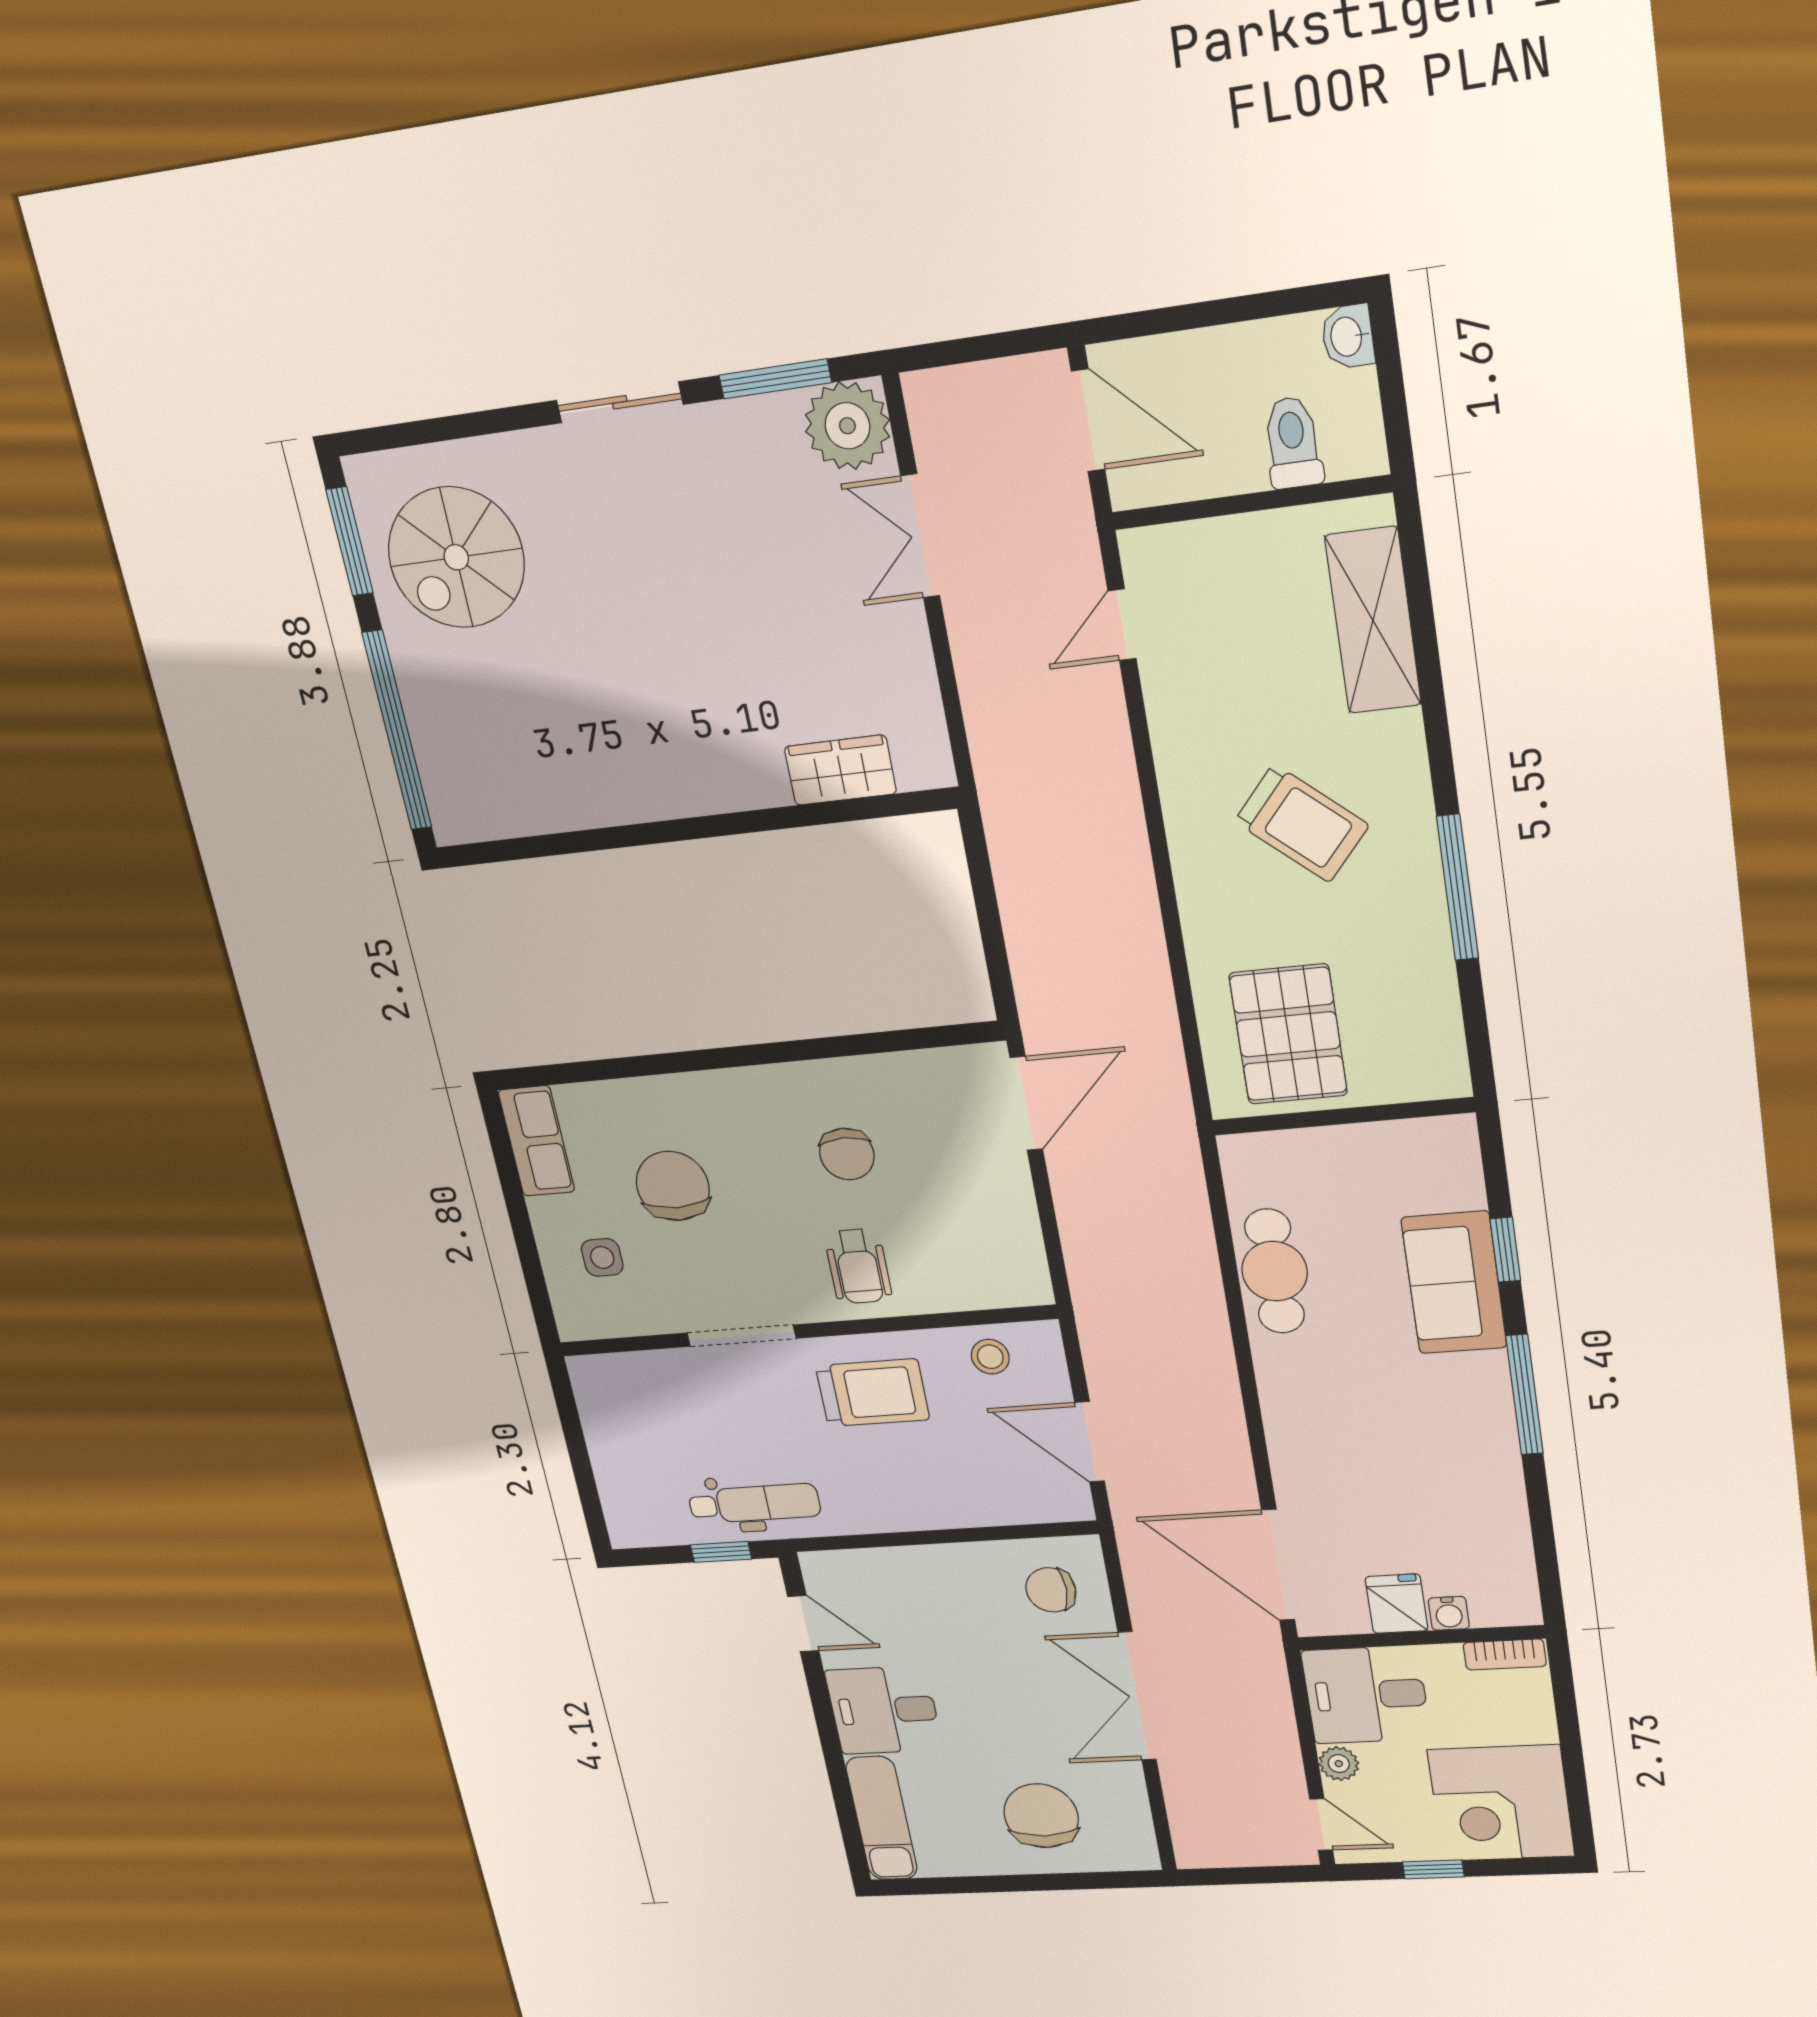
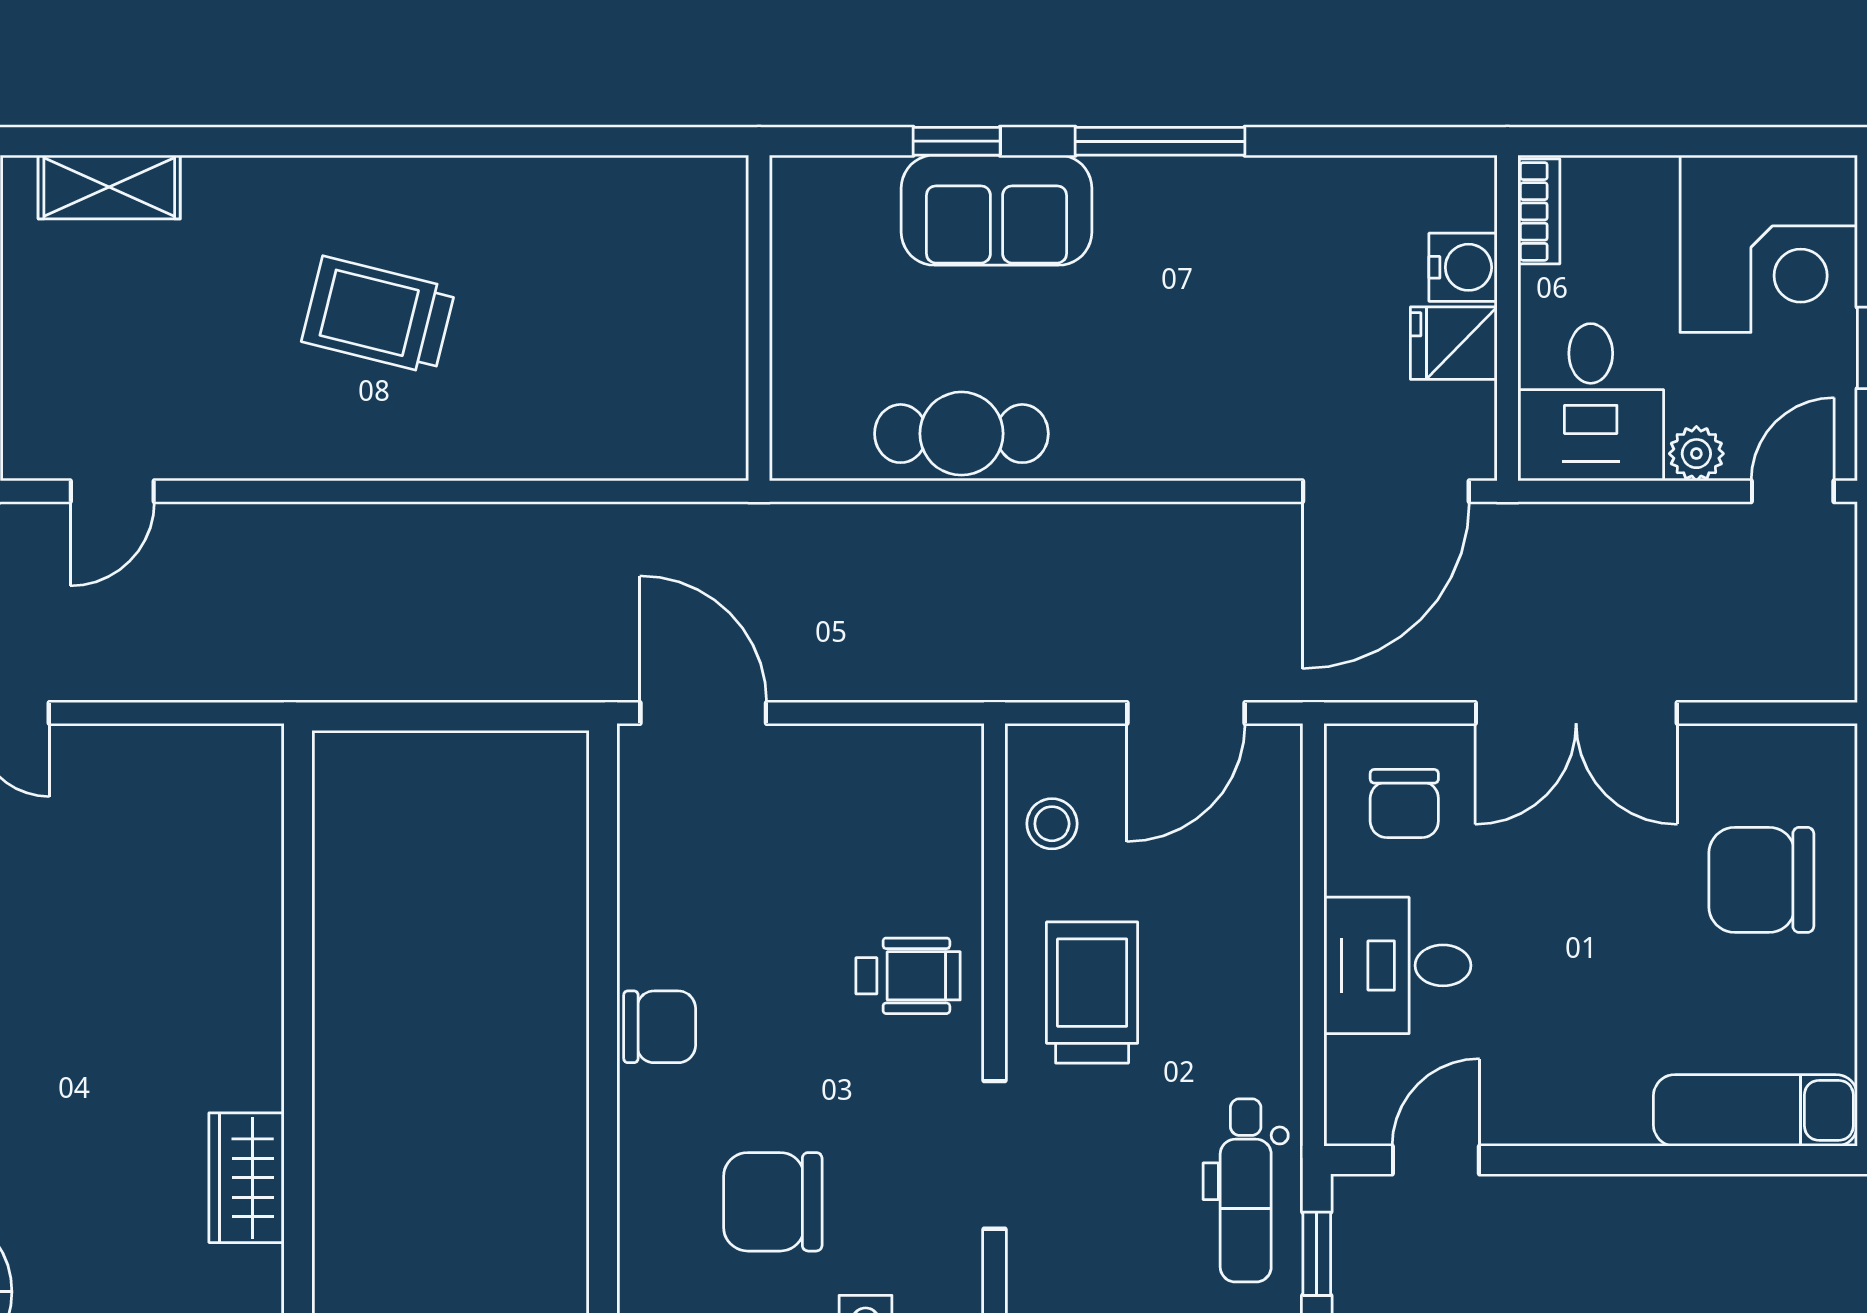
shelving: (1373, 620) -> (109, 187), width x0.67, depth x0.75
door: (1122, 625) -> (112, 491), hinge flipped
wardrobe: (840, 770) -> (247, 1178), moved
trolley: (1302, 823) -> (378, 315), turned -117
window: (1458, 888) -> (479, 141), removed
pallet: (1288, 1034) -> (644, 370), removed
chair: (847, 1154) -> (660, 1027), moved
dental chair: (754, 1503) -> (1246, 1190), turned 180
water cooler: (1449, 1613) -> (1463, 267), width x1.38, depth x1.38
desk: (884, 1710) -> (1397, 965), moved, turned 90

